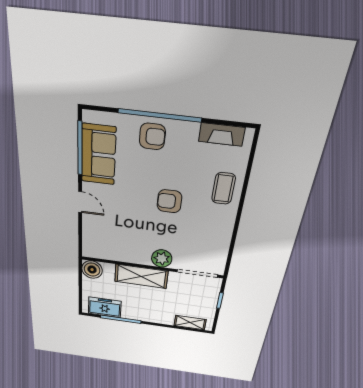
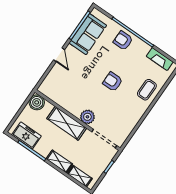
armchair: (152, 136) -> (123, 41), turned 180
shelving: (158, 318) -> (59, 161), added

